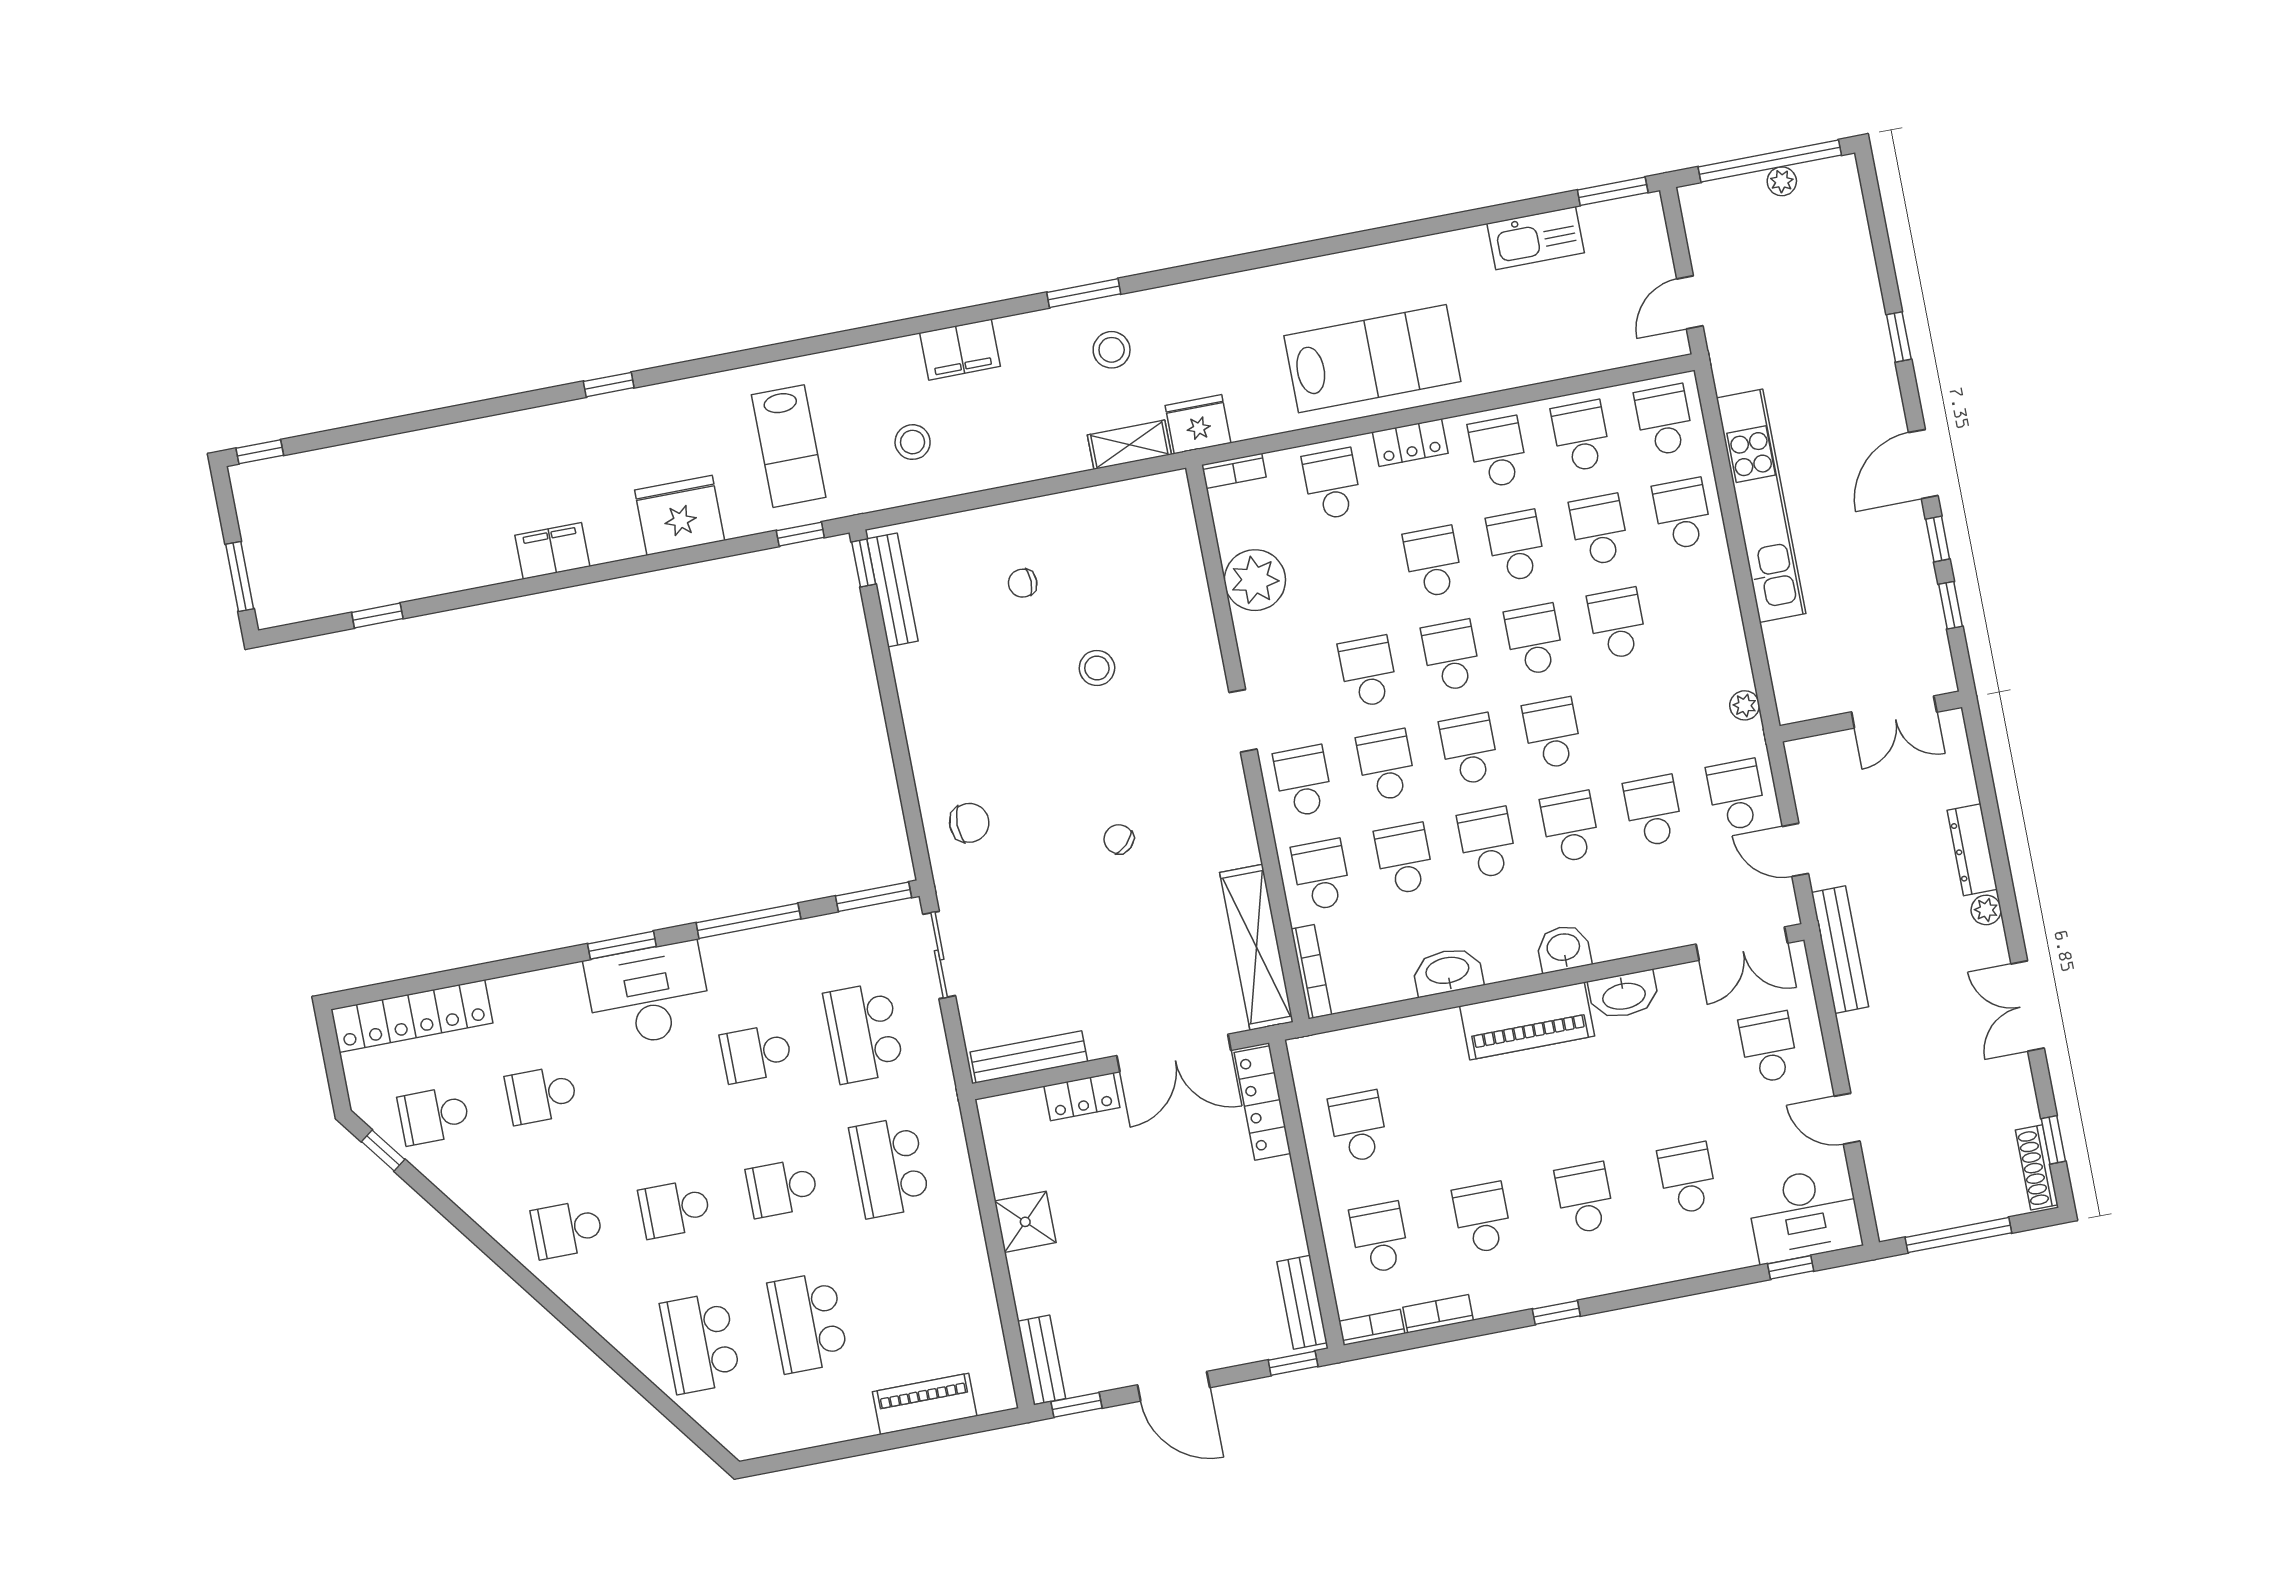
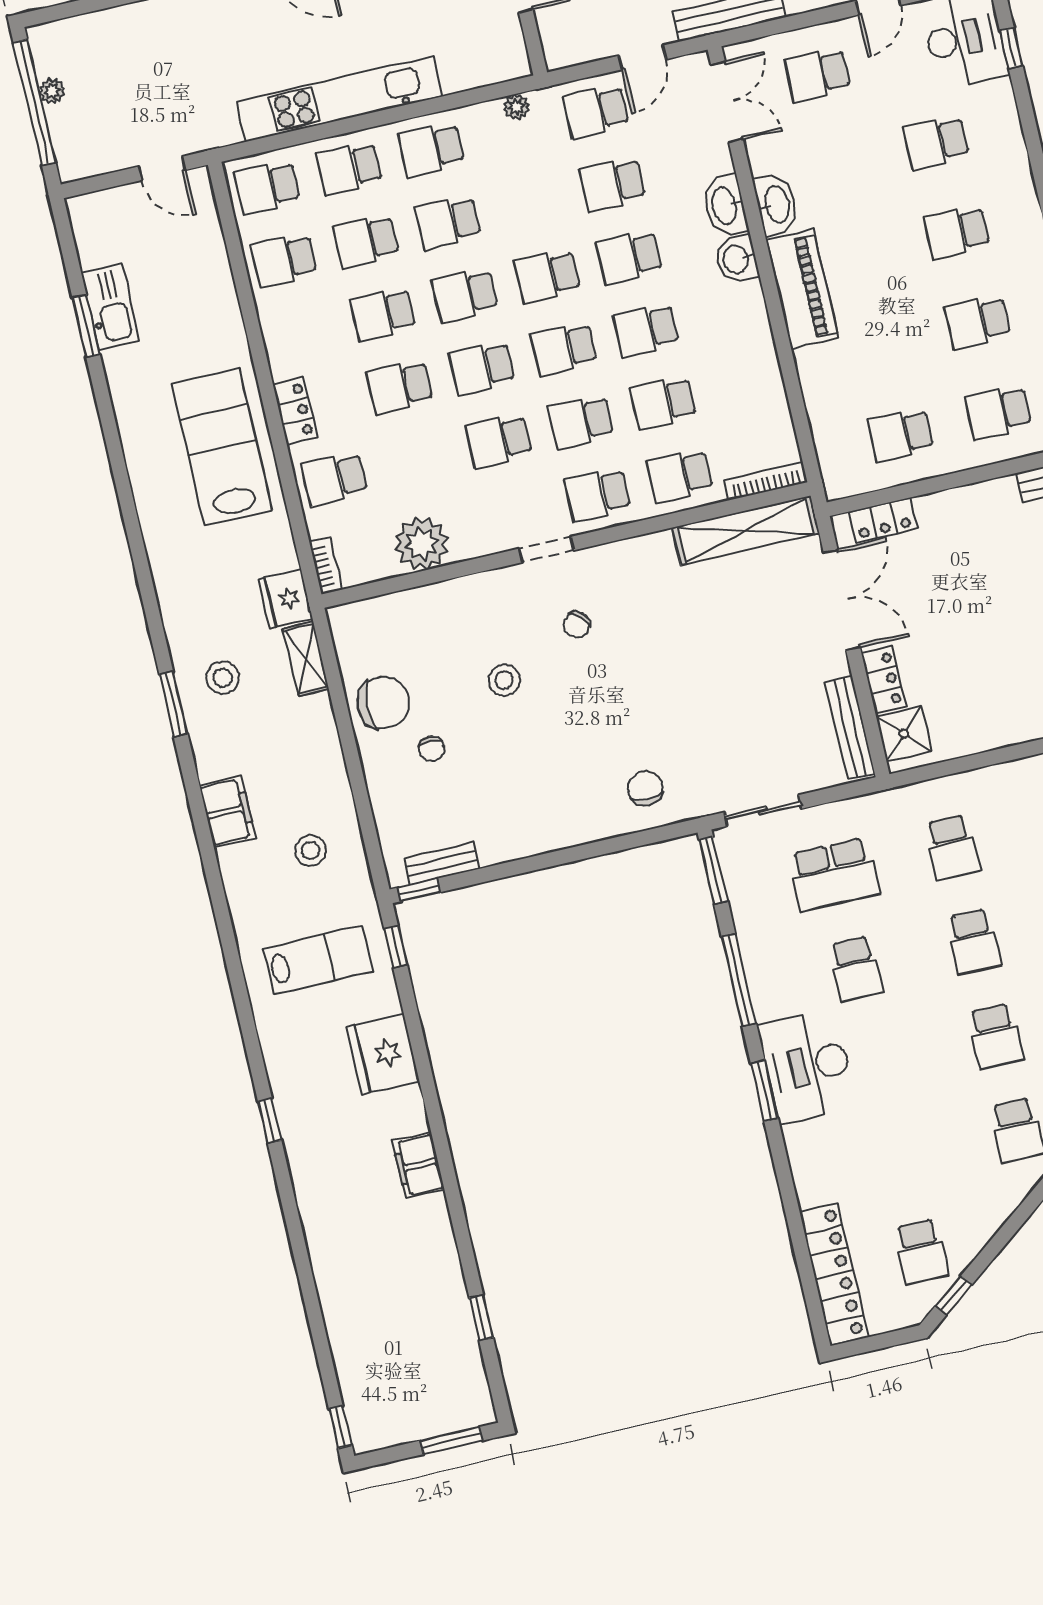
window: (1613, 191) -> (86, 326), moved
school desk: (1498, 452) -> (431, 149), moved
chair: (1077, 530) -> (383, 703), added
bench: (892, 590) -> (442, 863), width x0.73
chair: (1119, 839) -> (577, 625), moved
washbasin: (1448, 972) -> (725, 206), moved
school desk: (541, 1095) -> (899, 1157), removed
locker: (1262, 1103) -> (883, 520), width x0.66
school desk: (890, 1167) -> (952, 847), width x0.54
shower: (1025, 1222) -> (904, 734), moved

